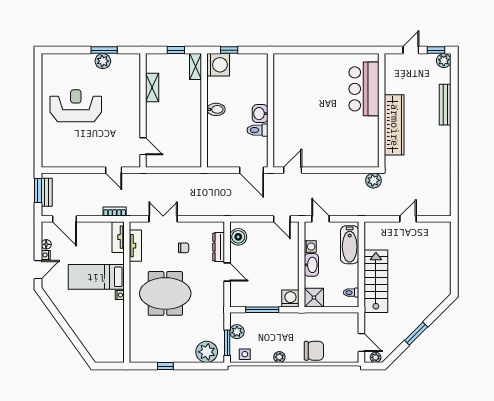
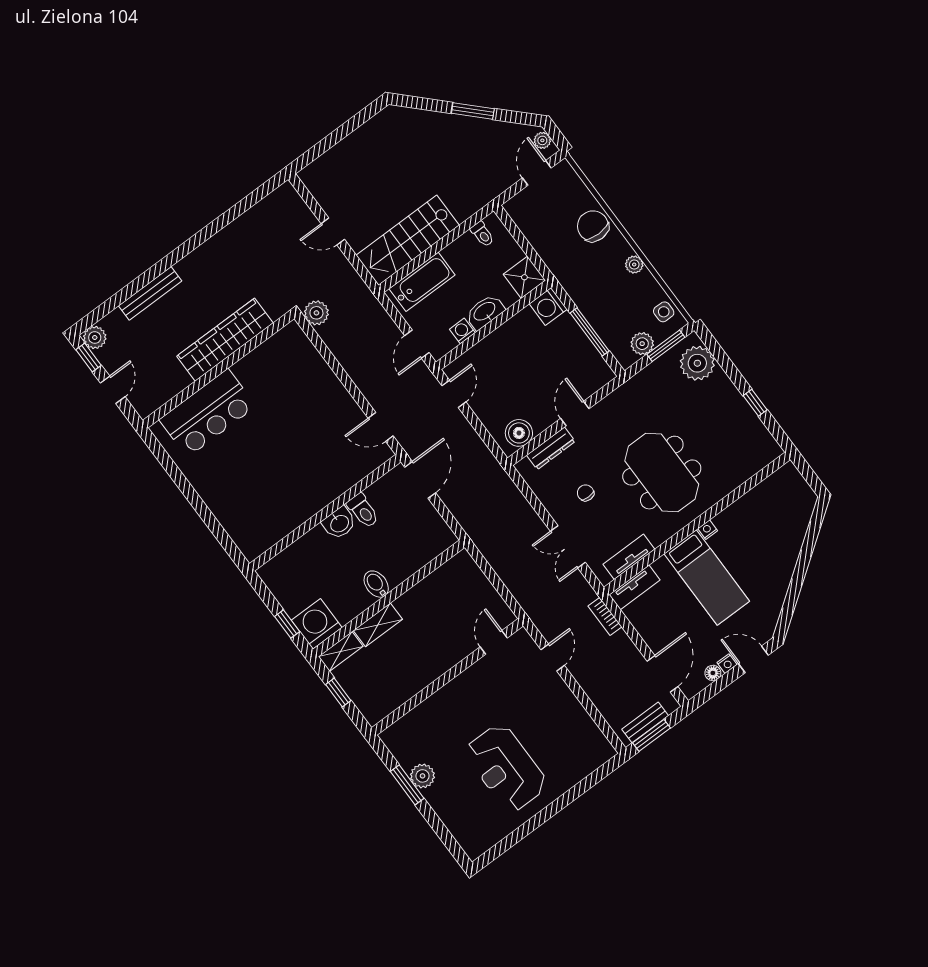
door: (411, 50) -> (113, 390), swing flipped
shelving: (152, 87) -> (378, 625), moved
stairs: (376, 281) -> (408, 240), moved

